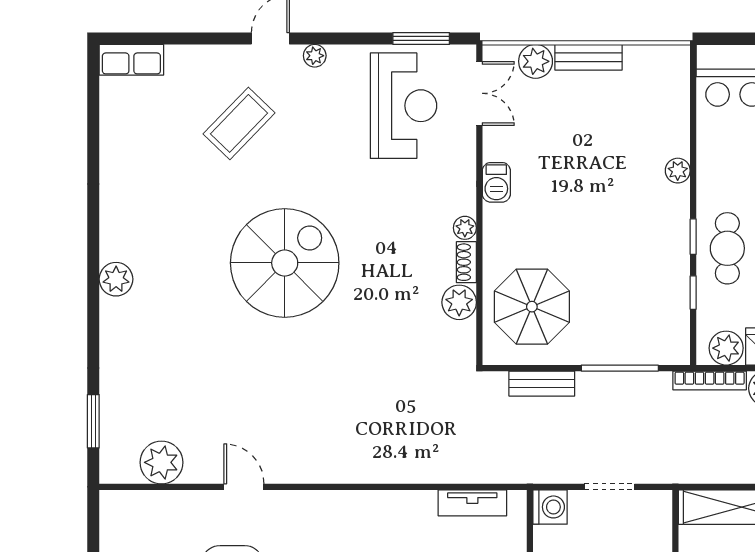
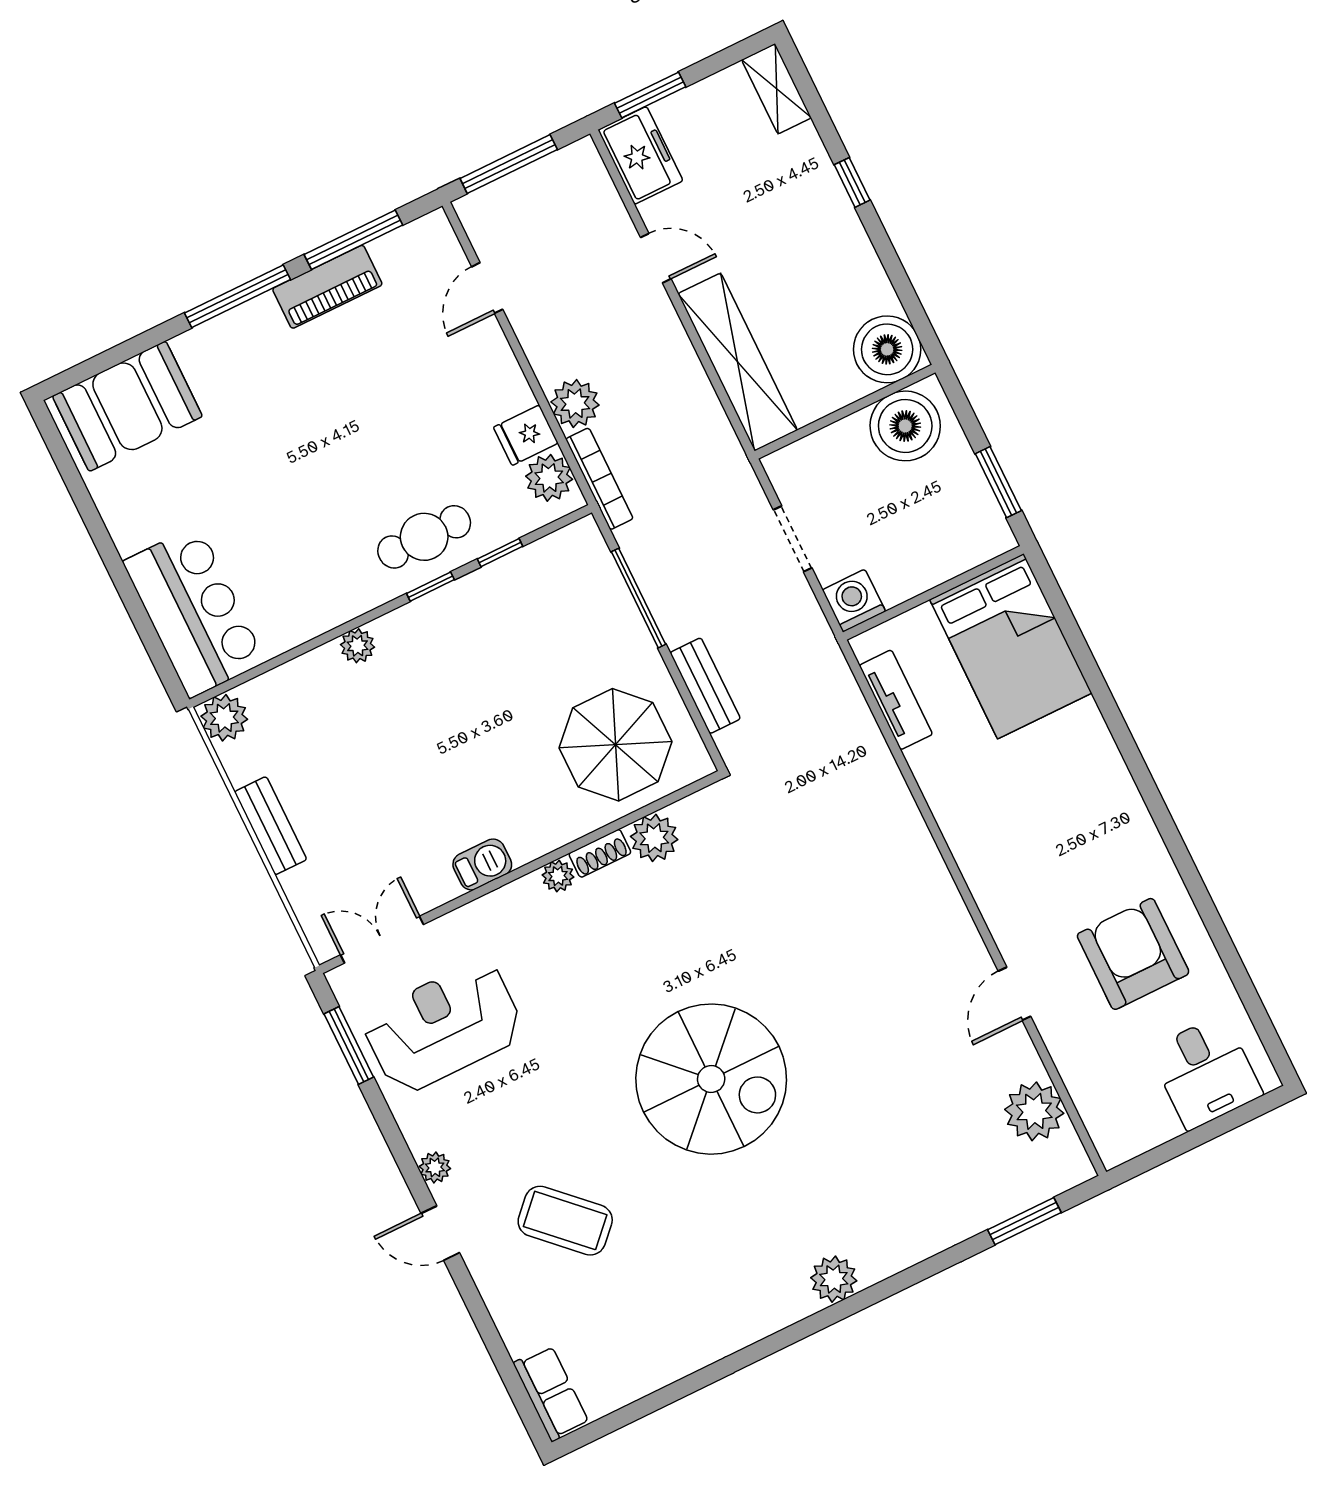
plant: (536, 61) -> (224, 718), moved
spiral stairs: (285, 263) -> (711, 1079), turned 180

